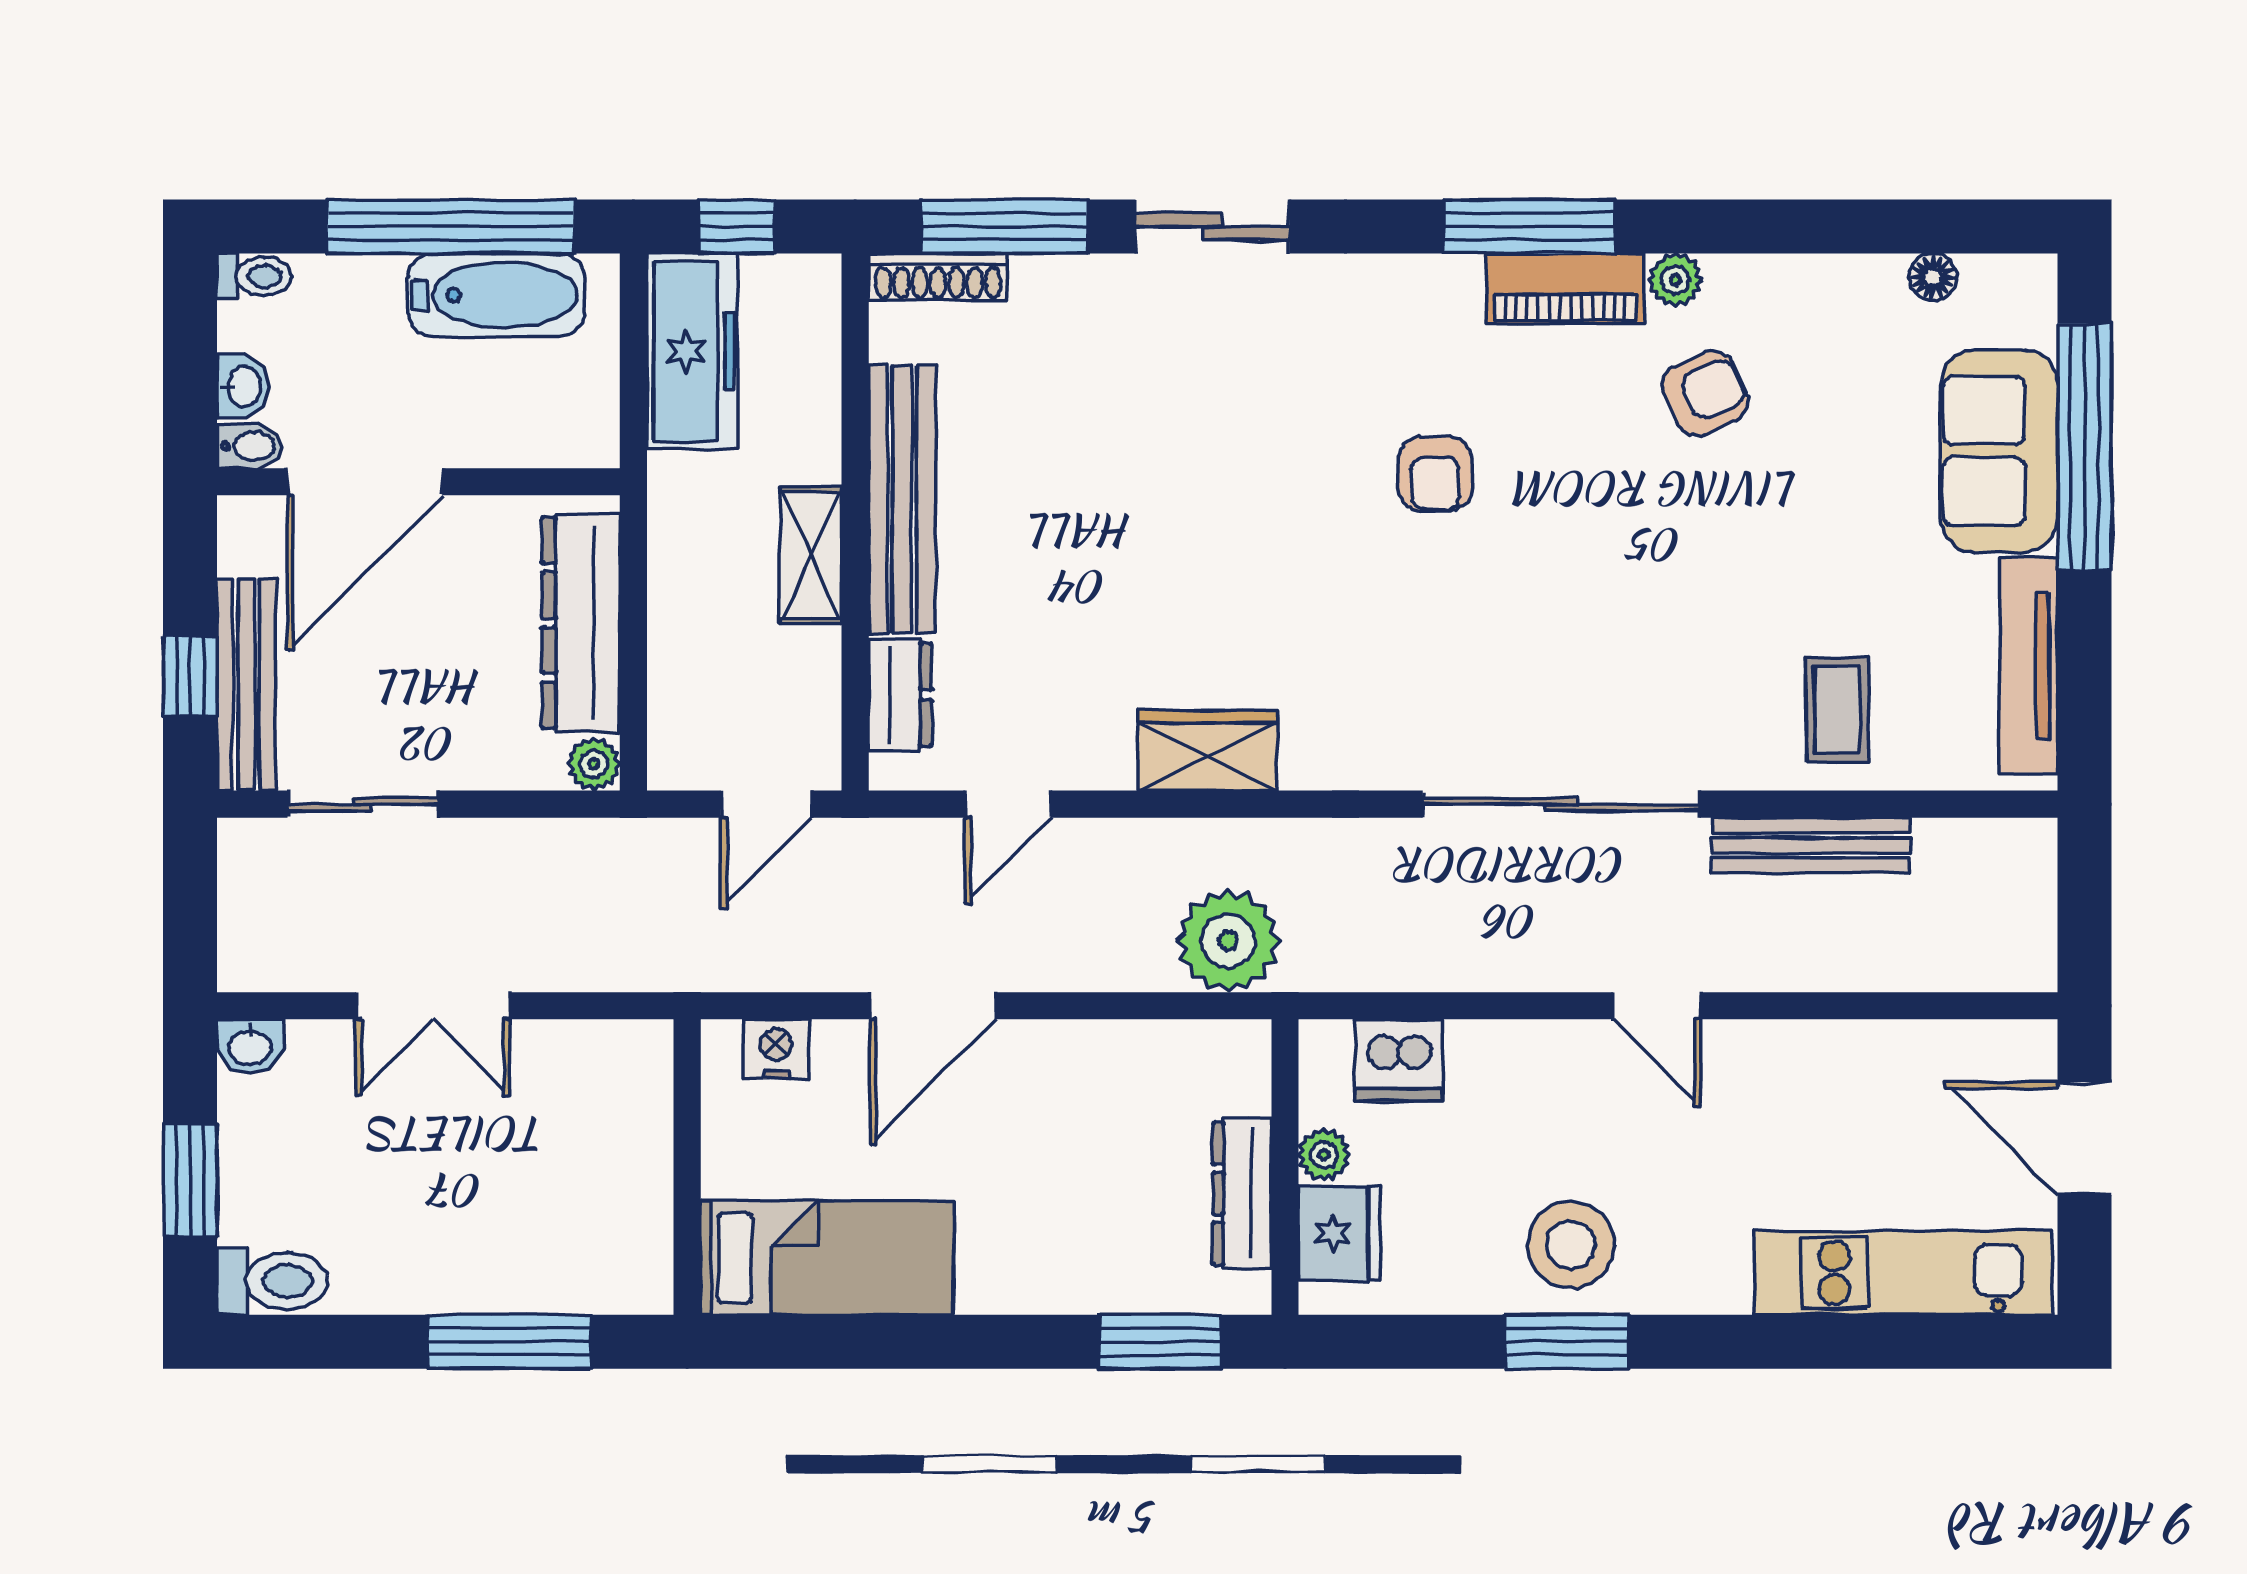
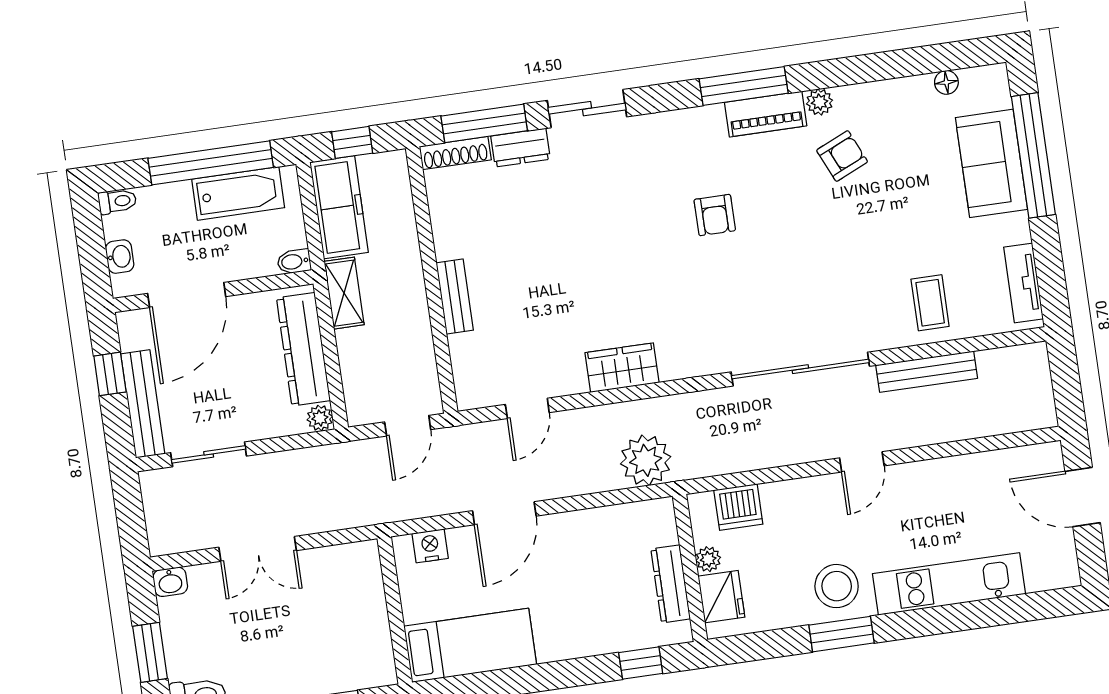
bidet: (249, 446) -> (294, 262), moved, turned 180
bench: (902, 499) -> (455, 297), width x0.54, depth x0.82
shelving: (811, 555) -> (344, 293), moved
tv unit: (2028, 666) -> (1023, 283), width x0.71
window: (190, 677) -> (110, 374), moved
dresser: (900, 695) -> (520, 148), moved, turned 90
door: (1657, 1006) -> (862, 462), hinge flipped
kitchen unit: (1903, 1273) -> (949, 584), moved
window: (1160, 1342) -> (641, 663), width x0.67

